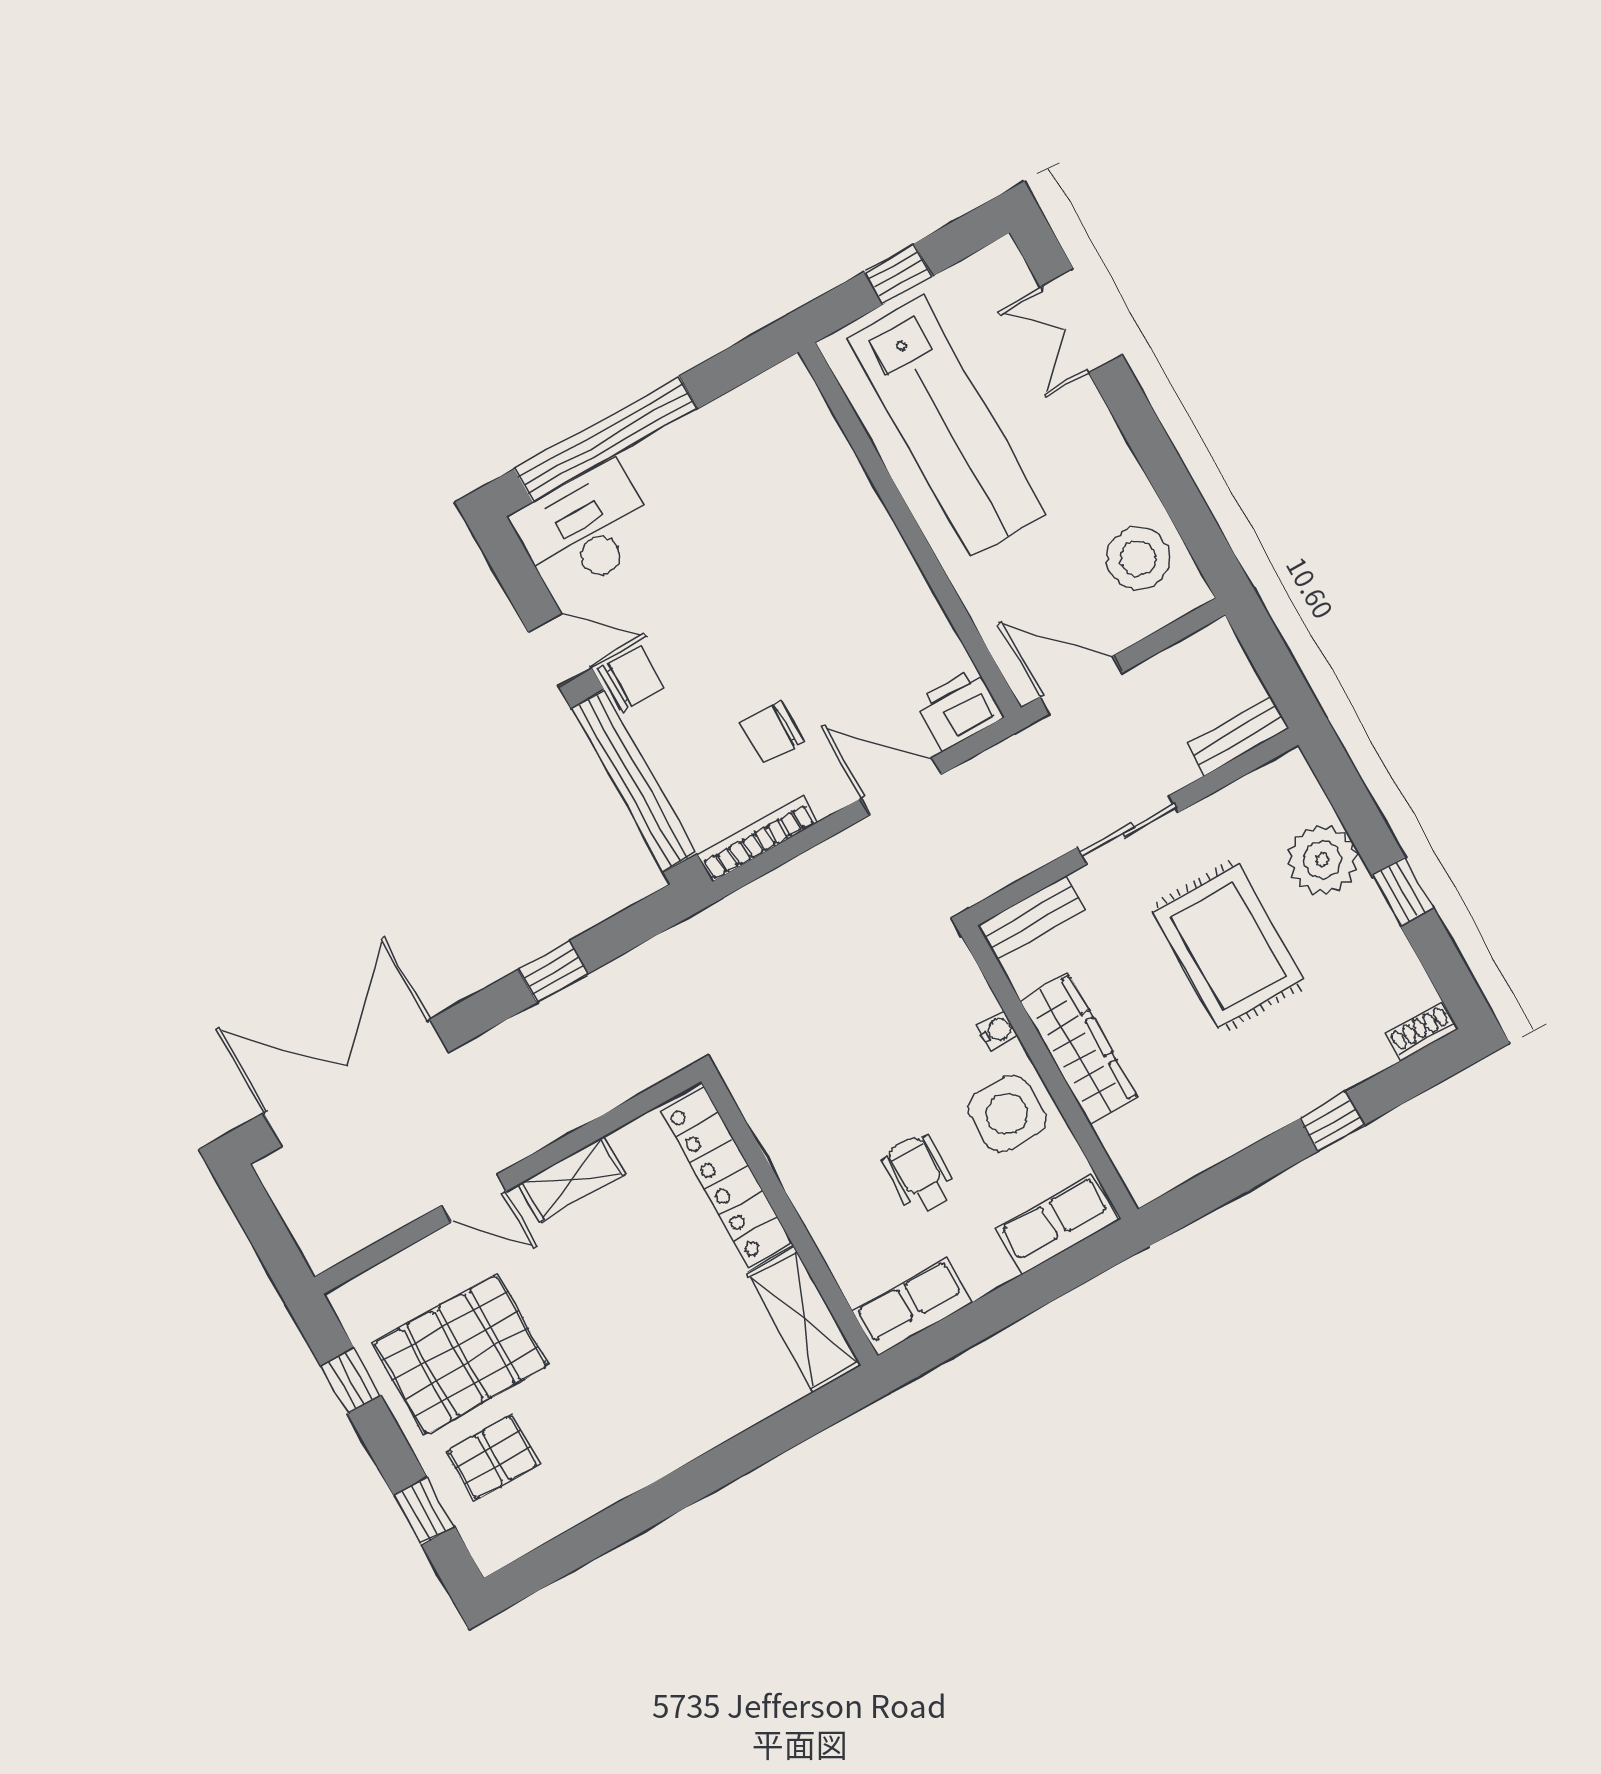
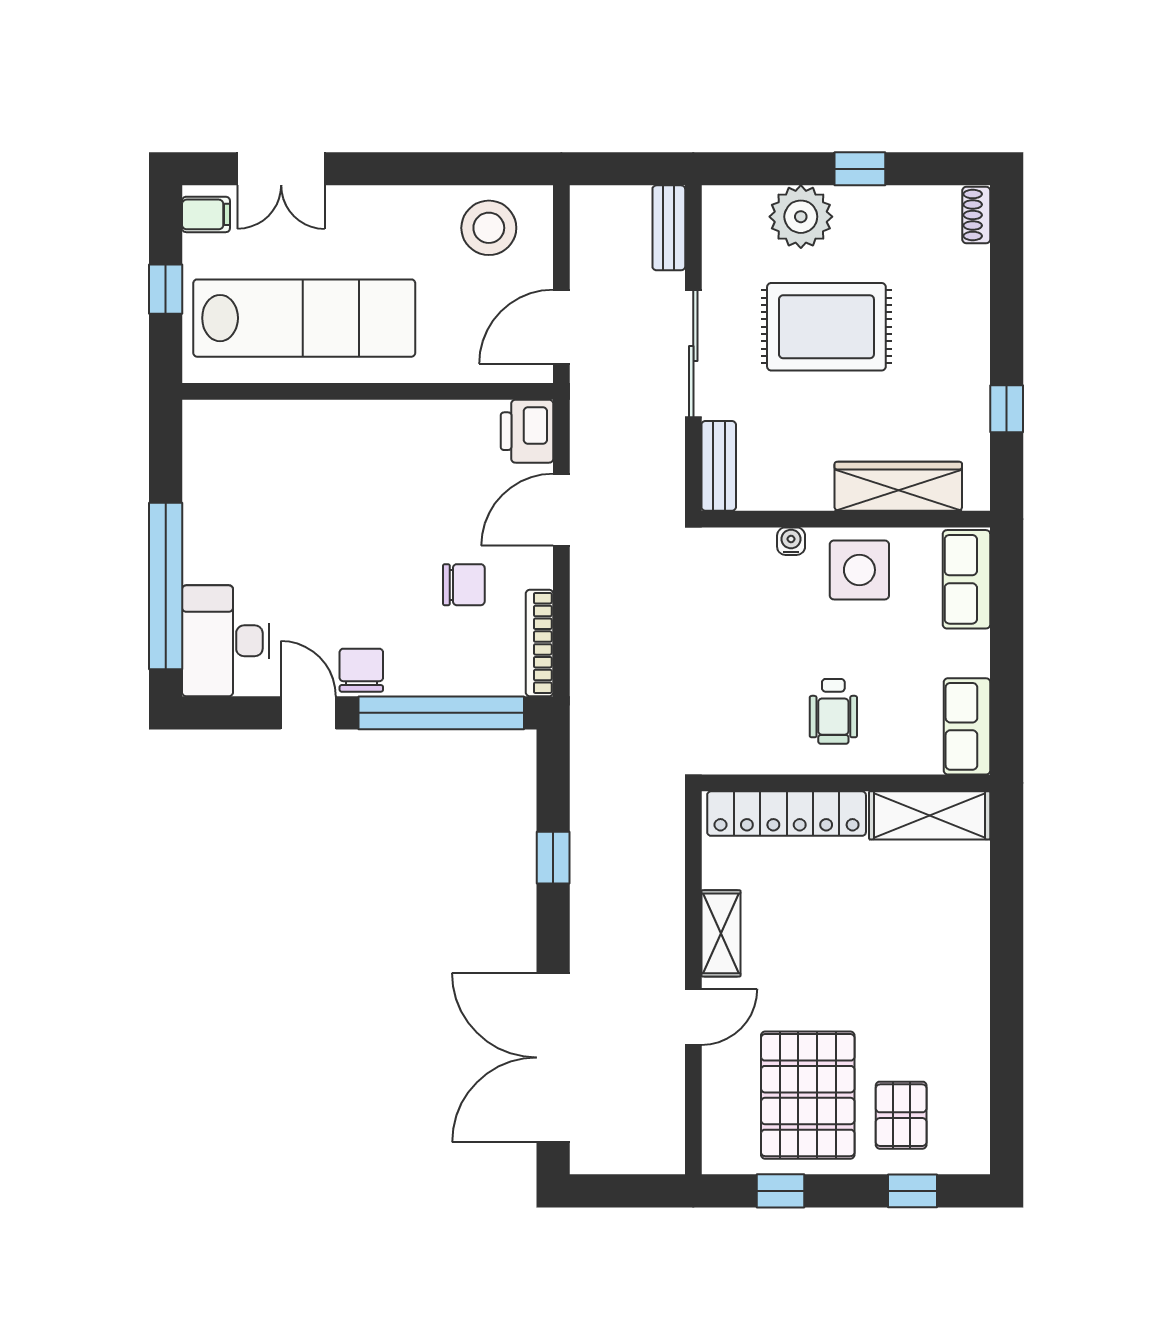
filing cabinet: (994, 272) -> (206, 214), added
door: (560, 650) -> (308, 713), hinge flipped
chair: (773, 732) -> (464, 585), turned -90
sliding door: (1128, 830) -> (693, 354), width x1.37
wardrobe: (1079, 1048) -> (898, 486), moved
window: (1332, 1122) -> (1007, 409), moved
wheelchair: (920, 1174) -> (833, 711), moved, turned -90

